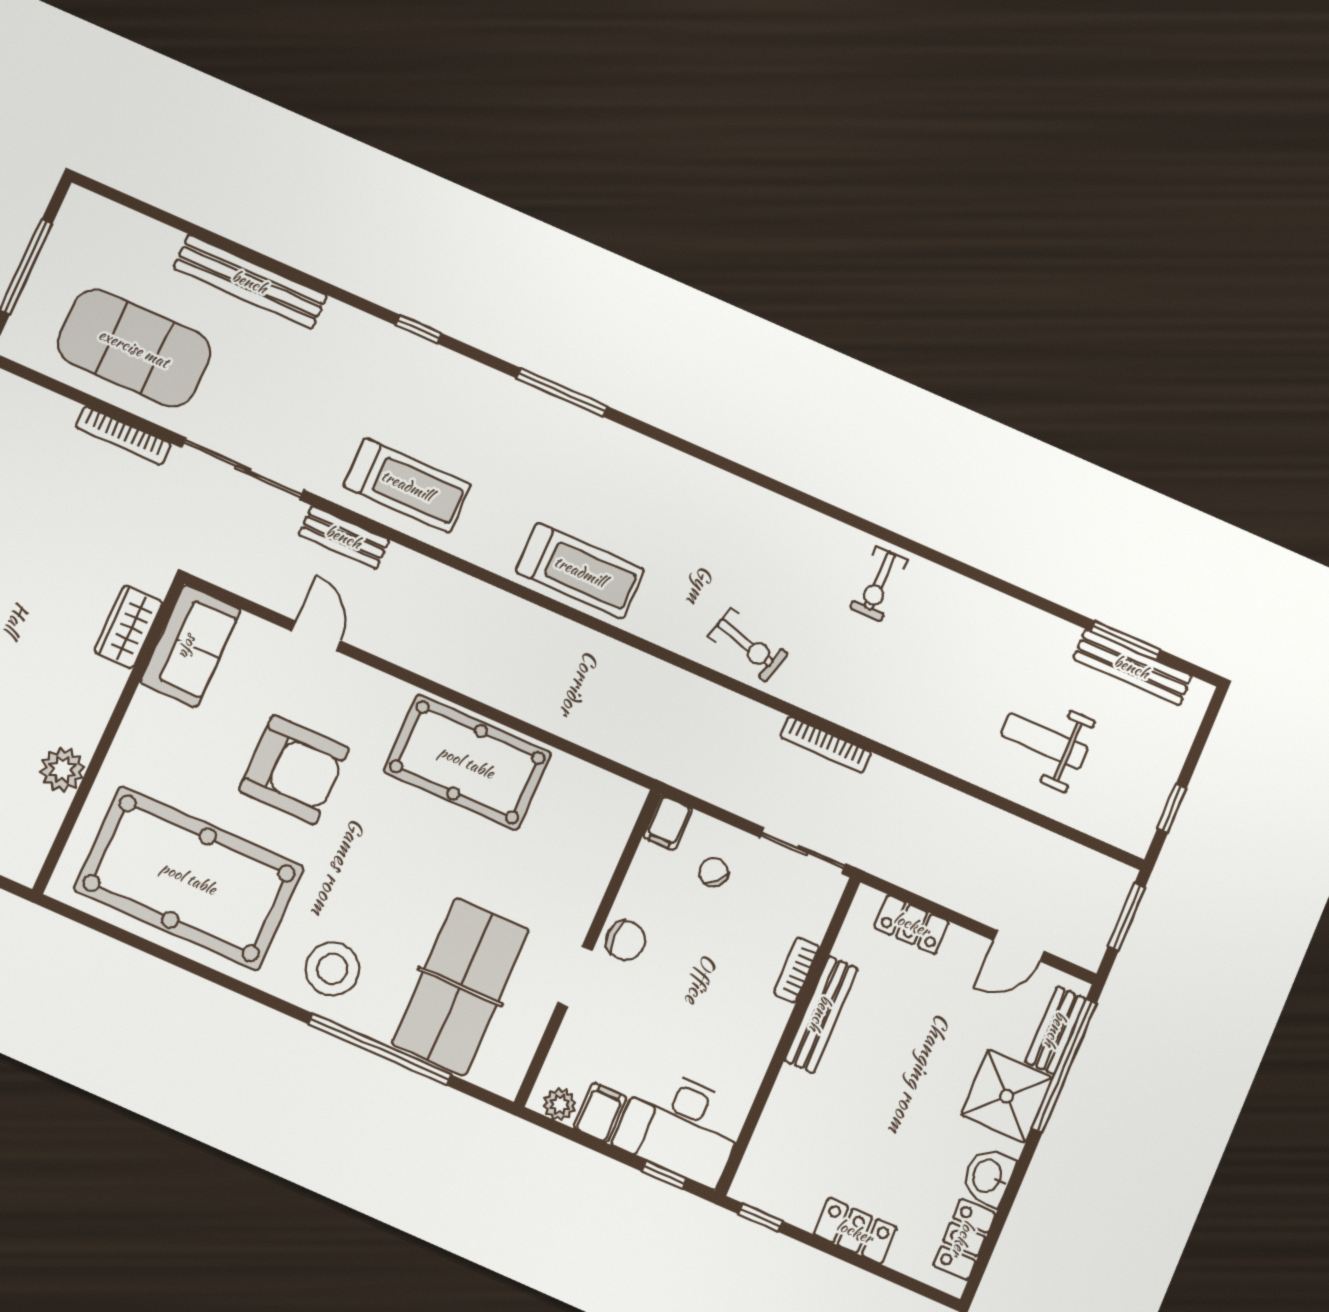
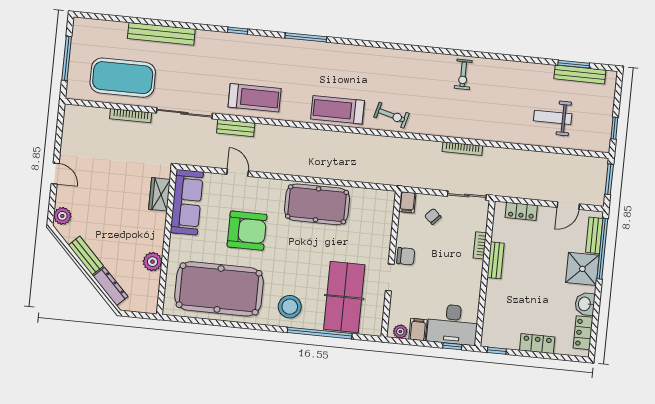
treadmill: (580, 571) -> (337, 110), turned 180
exercise bike: (748, 645) -> (391, 115), moved
sofa: (190, 646) -> (187, 202), width x1.36
bench: (821, 1014) -> (496, 260), width x0.73

